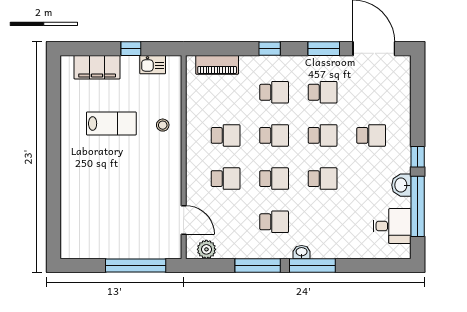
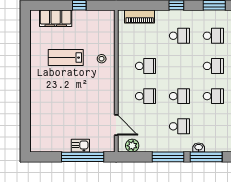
kitchen sink: (153, 65) -> (80, 146), moved, turned 180
lab bench: (111, 123) -> (66, 58), turned 180
school desk: (274, 135) -> (179, 66), removed

